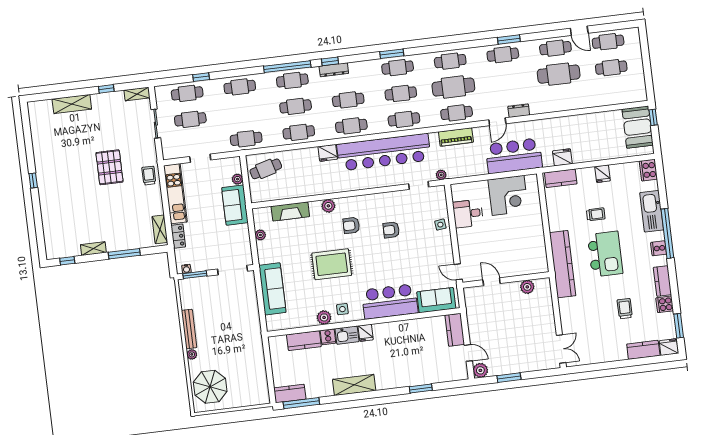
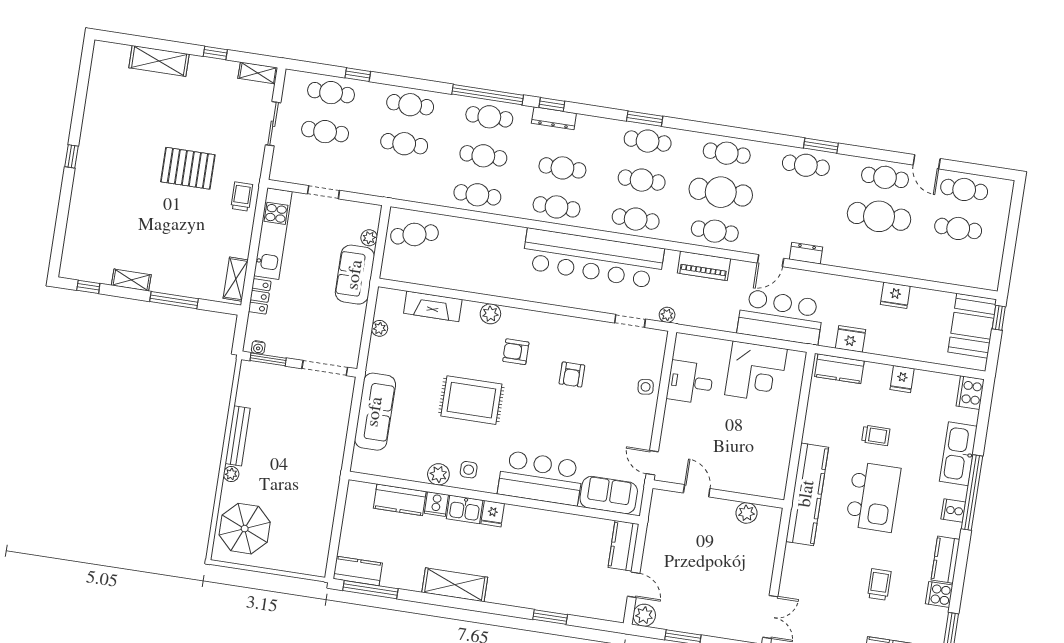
cafe table: (246, 139) -> (404, 144), moved
fridge: (328, 153) -> (895, 295), moved
pallet: (109, 167) -> (188, 168), turned 90
armchair: (391, 230) -> (572, 375), turned -90

